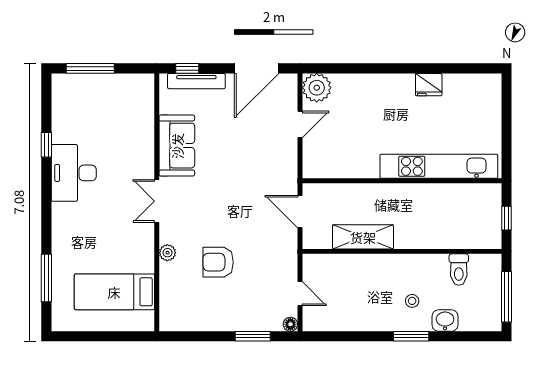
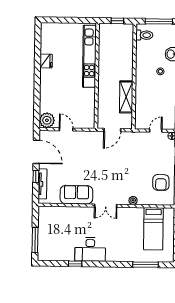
window: (187, 68) -> (36, 176), moved
armchair: (218, 262) -> (161, 182), moved
toilet: (459, 270) -> (144, 35), moved

